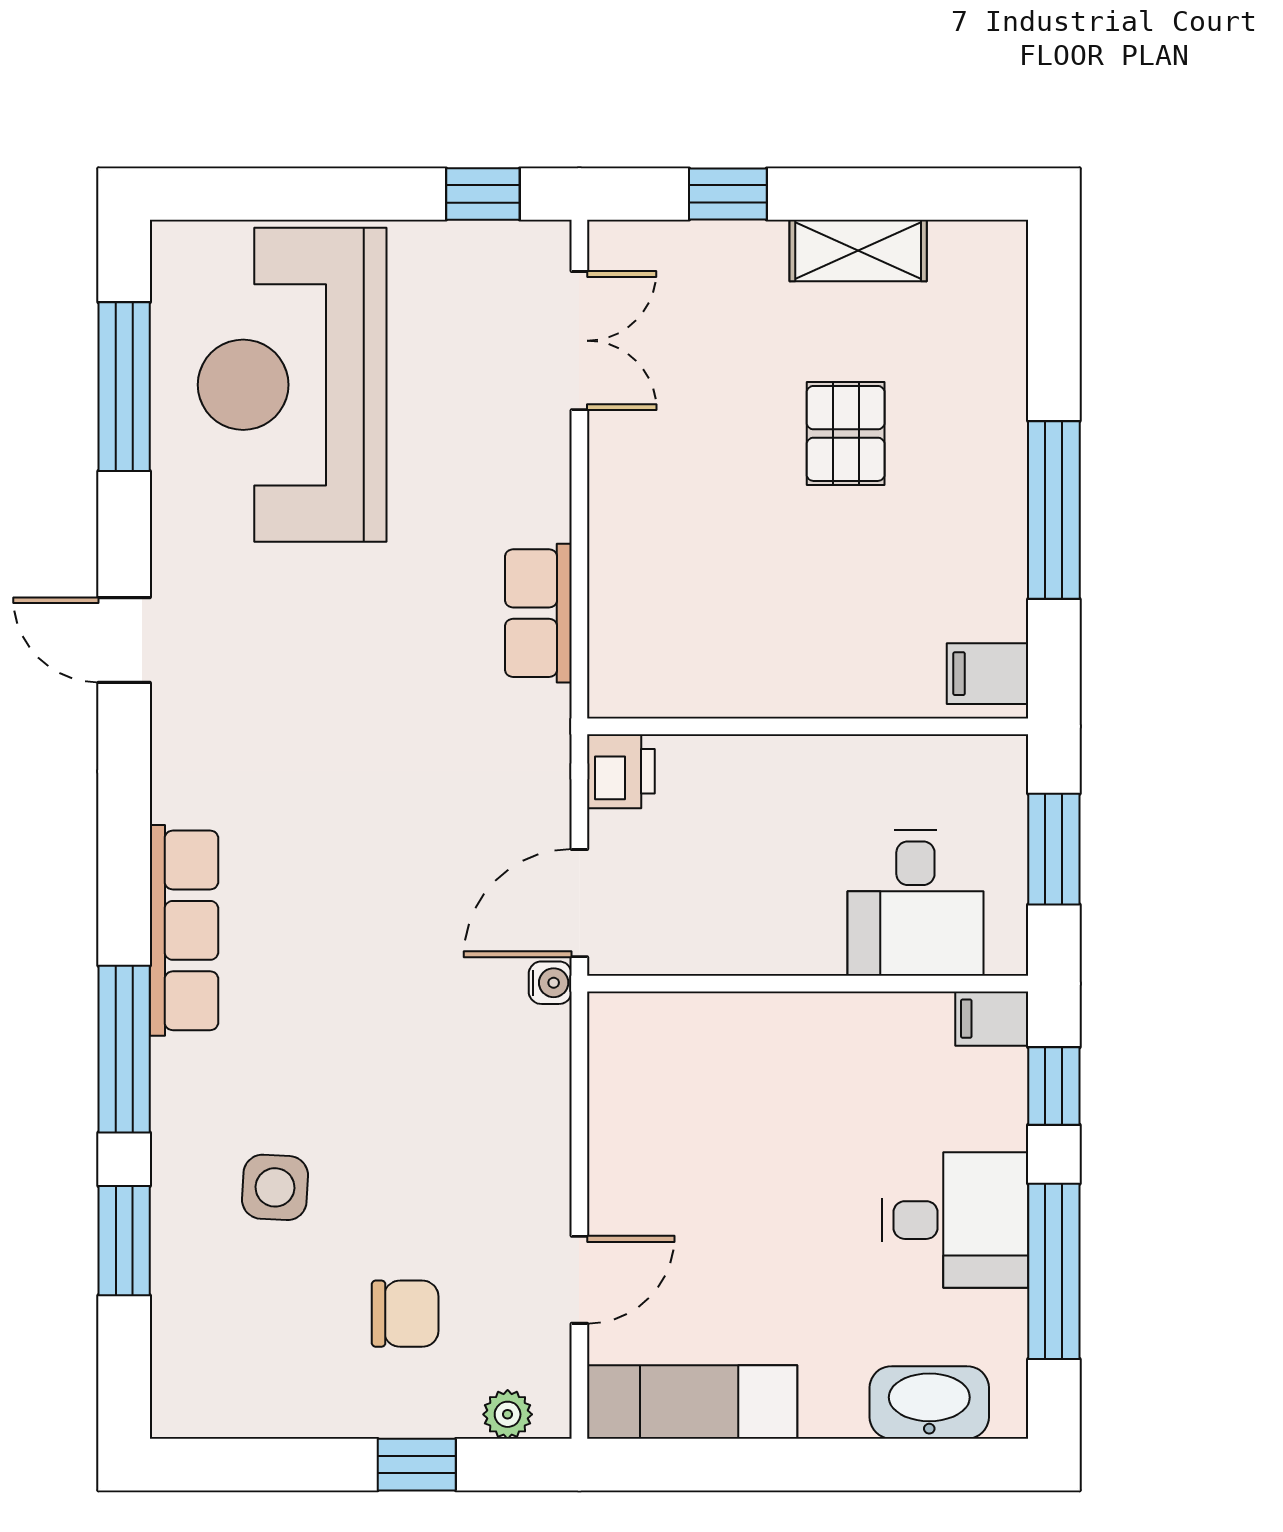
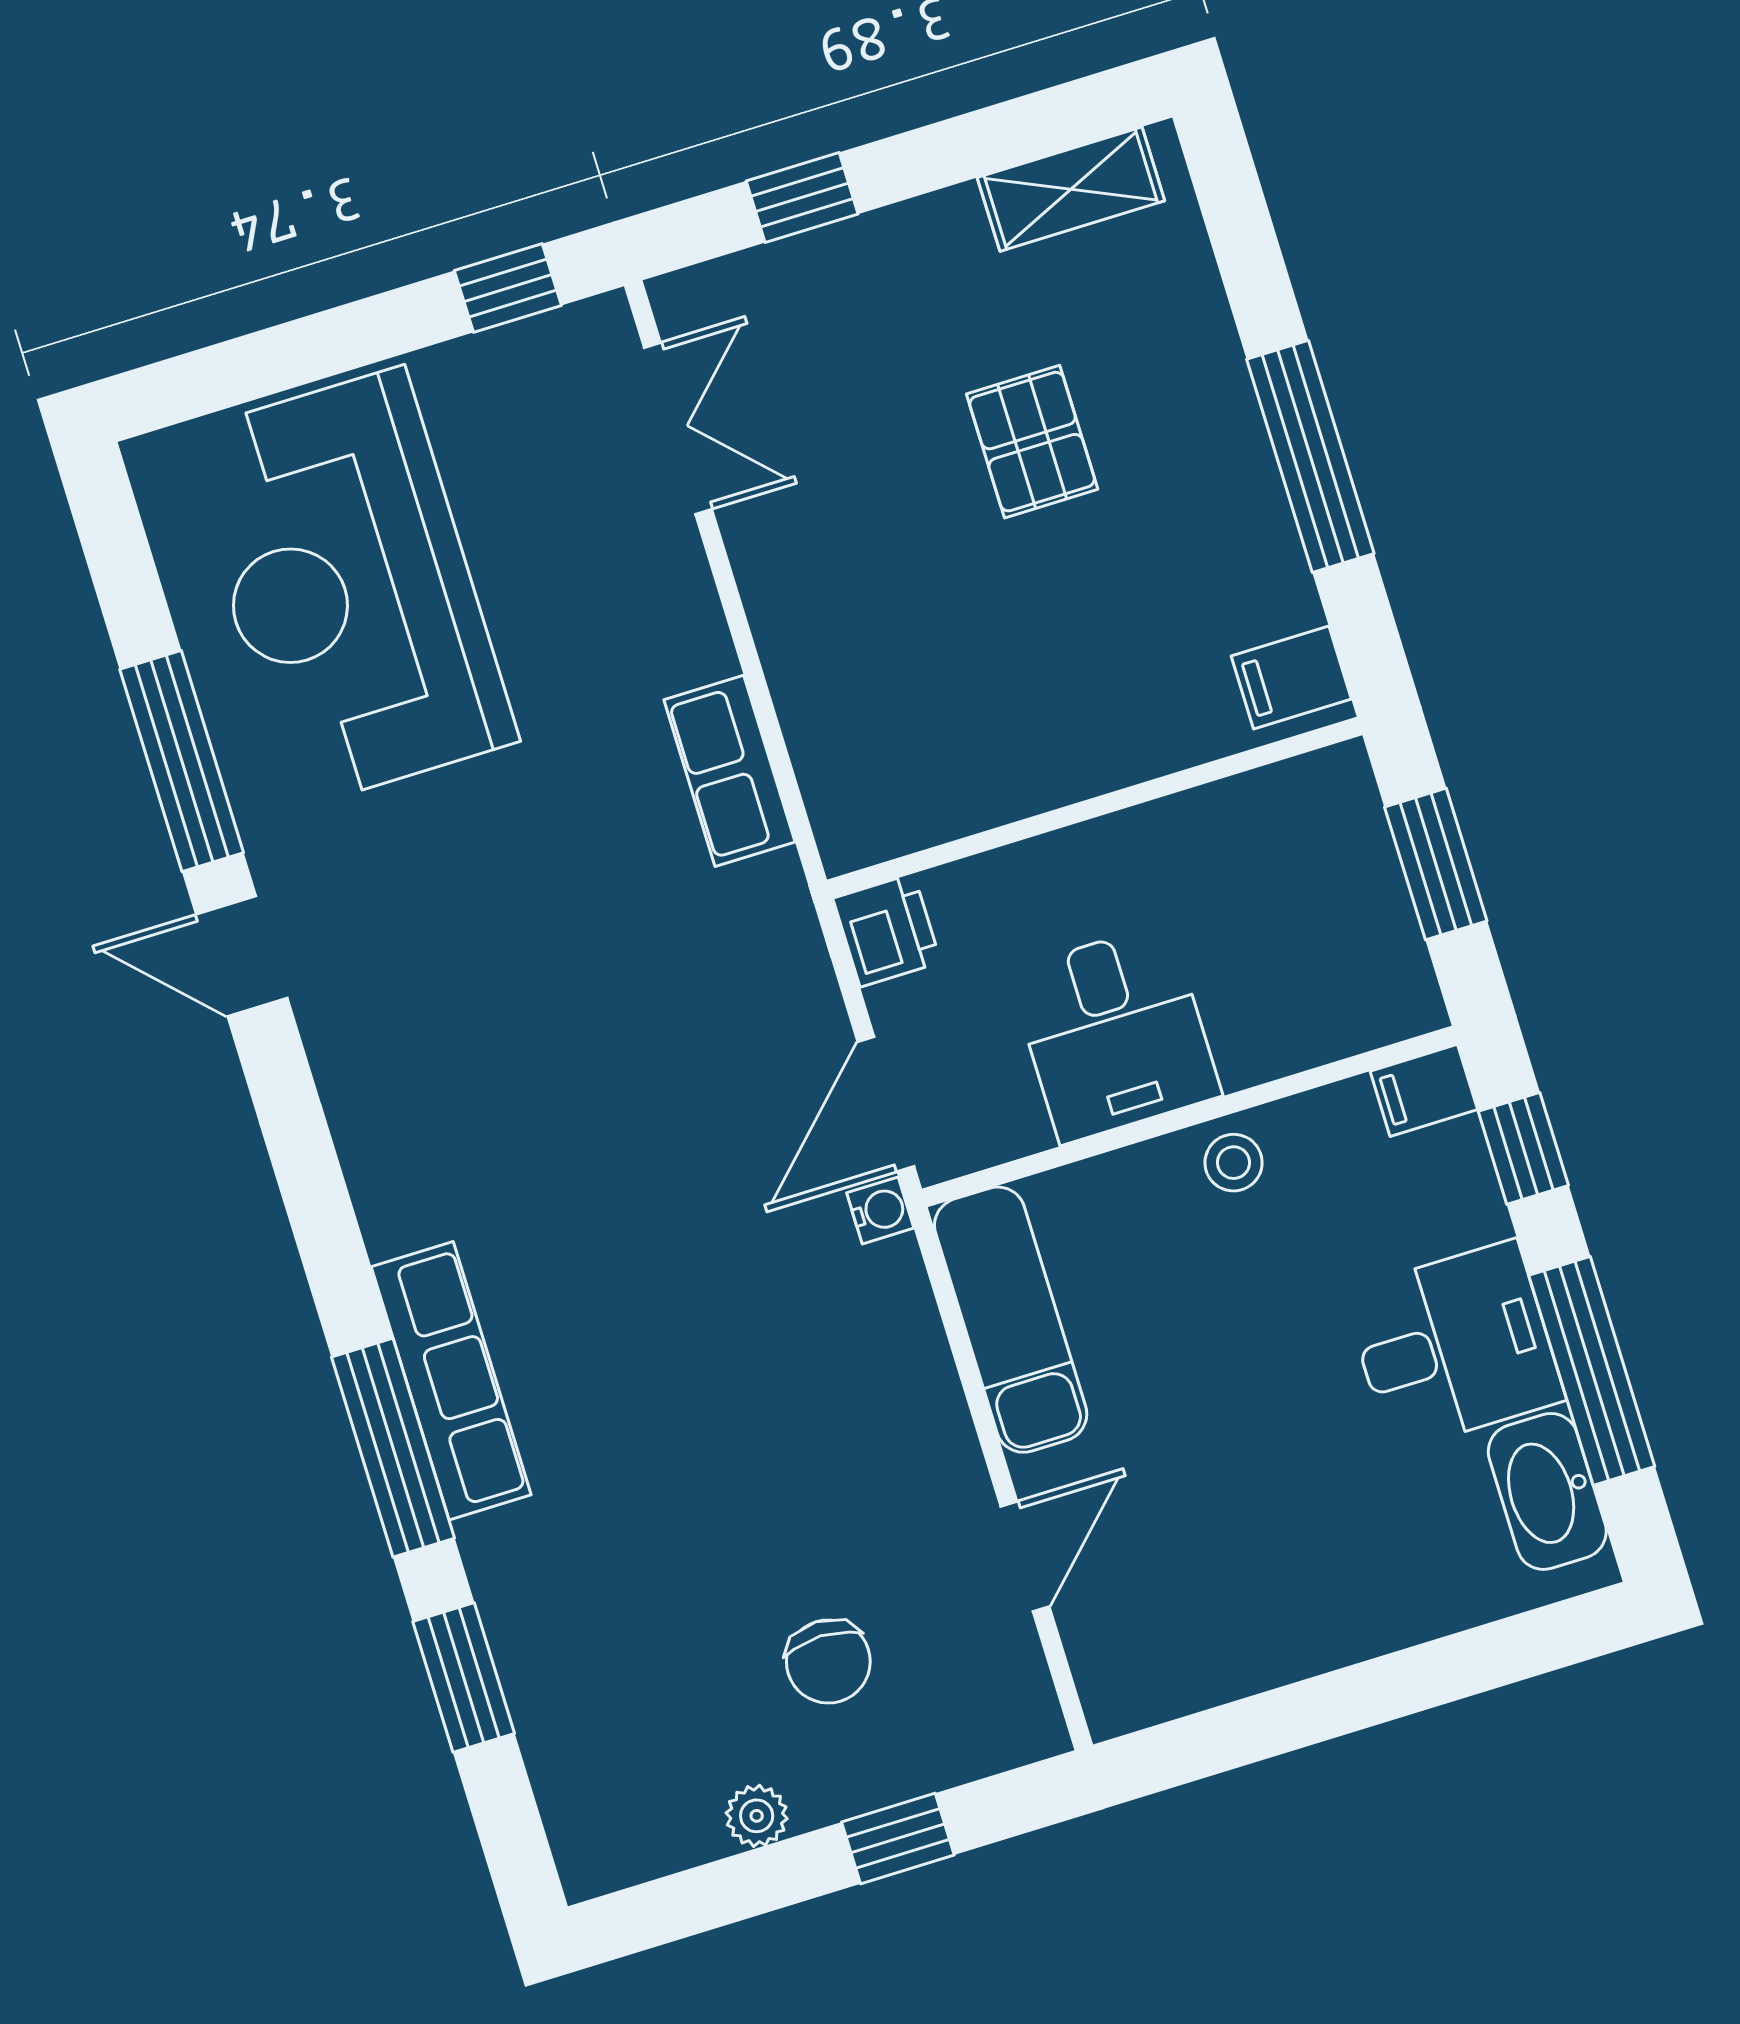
shelving: (858, 251) -> (1071, 189), moved
window: (124, 387) -> (182, 761), moved
desk: (915, 903) -> (1115, 1033), moved
row of seats: (184, 930) -> (451, 1381), moved
stool: (830, 1029) -> (1234, 1163), added
side table: (275, 1187) -> (625, 1558), removed
chair: (405, 1314) -> (828, 1662), turned 90
exam couch: (692, 1402) -> (1011, 1320), moved, turned 90
washbasin: (929, 1402) -> (1547, 1491), moved, turned -90
plant: (508, 1414) -> (757, 1816), moved

